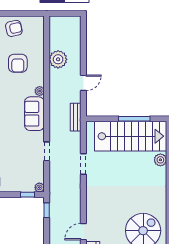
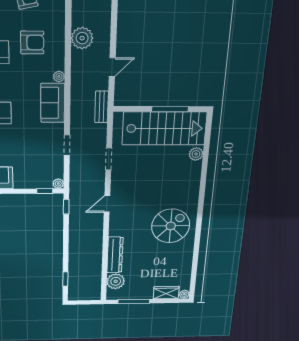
armchair: (18, 63) -> (32, 43), turned -90
door: (83, 232) -> (107, 204), moved

